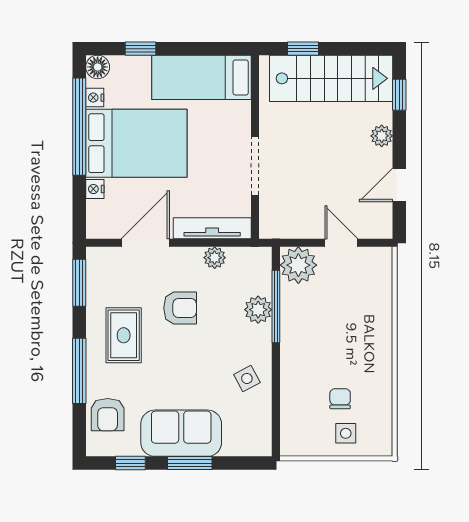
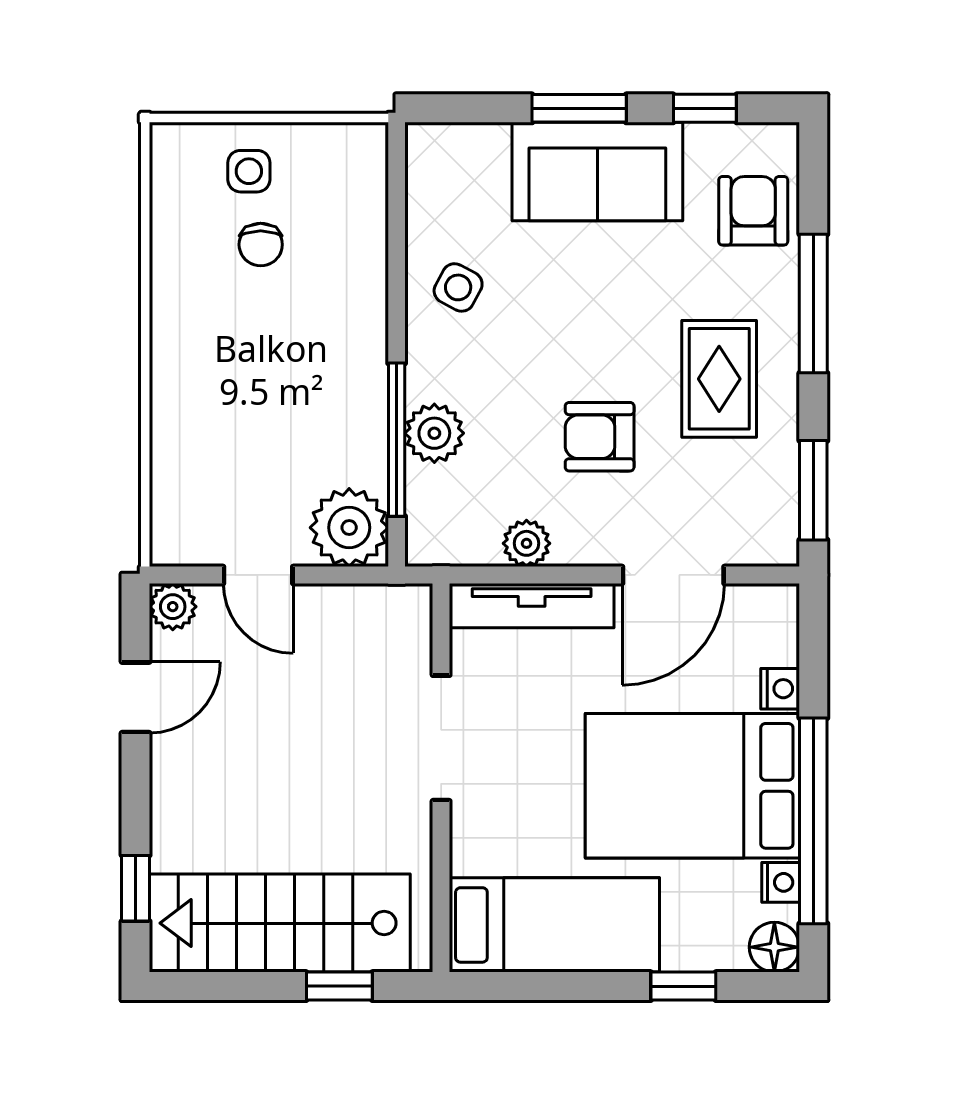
plant: (382, 136) -> (173, 607), moved
side table: (247, 378) -> (458, 287), turned -34

